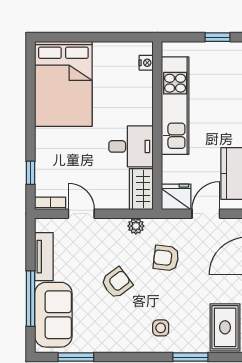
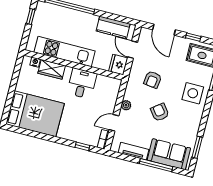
wardrobe: (141, 189) -> (52, 69), moved
plant: (136, 226) -> (126, 105), moved
side table: (161, 328) -> (193, 93), width x1.87, depth x1.87

